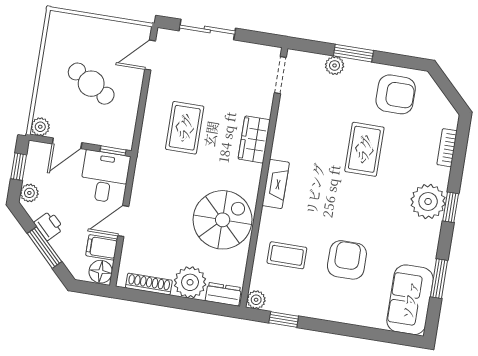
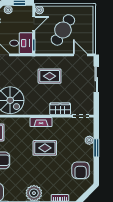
cafe table: (91, 84) -> (63, 30), width x1.37, depth x1.35
wardrobe: (254, 139) -> (60, 109), moved
door: (67, 143) -> (34, 23), swing flipped
rug: (364, 149) -> (45, 148), moved
fireplace: (276, 184) -> (41, 122), moved

